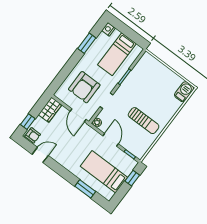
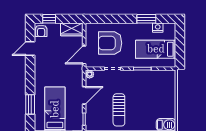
nightstand: (109, 29) -> (158, 28), moved
door: (40, 155) -> (30, 49), swing flipped

